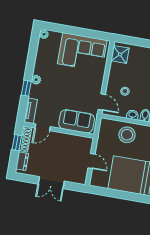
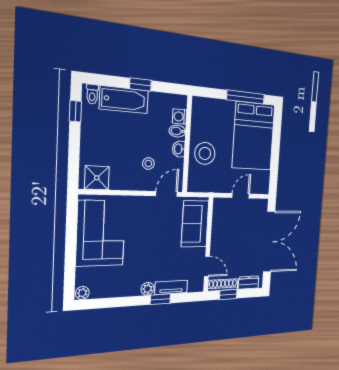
tv unit: (31, 111) -> (171, 287), moved
double door: (51, 183) -> (269, 242), width x1.87

